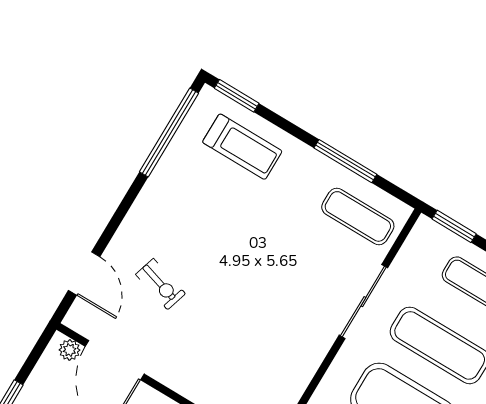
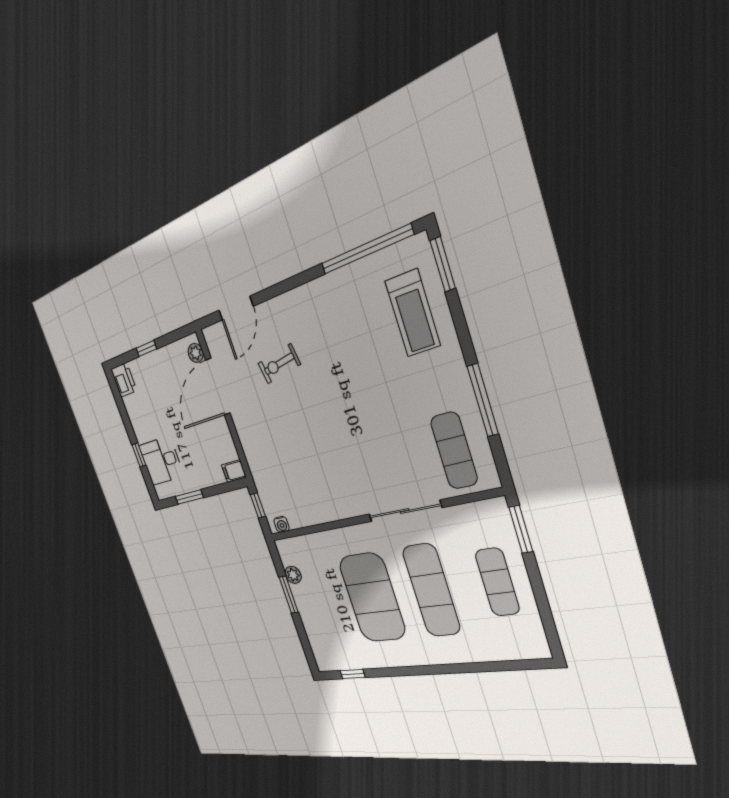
exercise bike: (161, 284) -> (279, 364), turned 64

